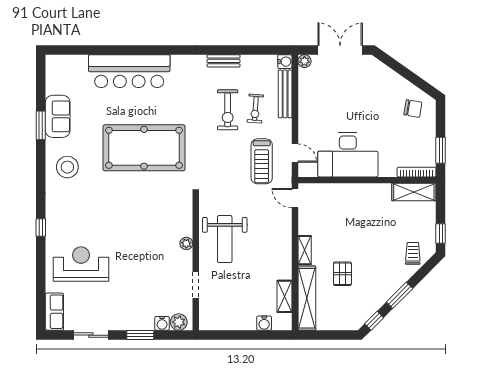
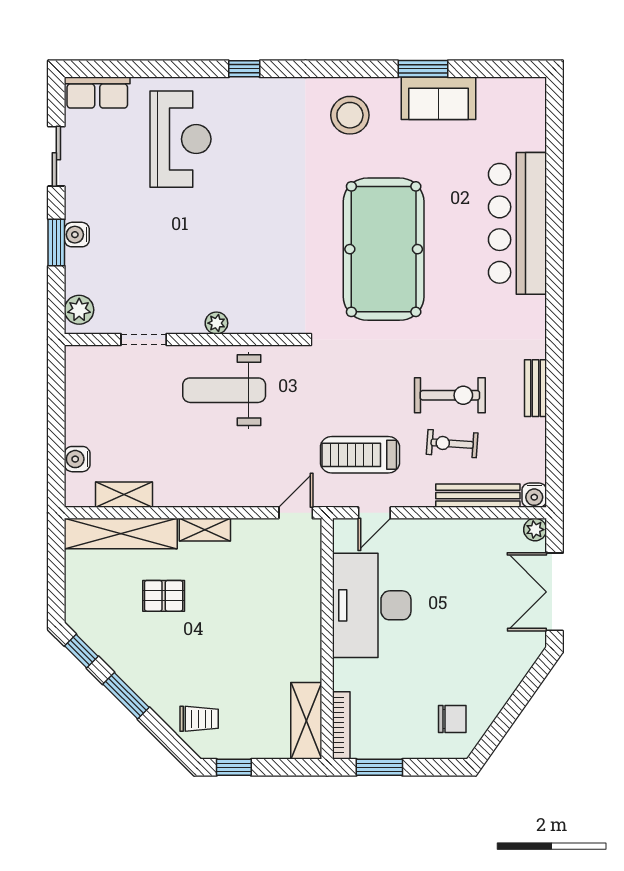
double door: (340, 50) -> (555, 592), swing flipped
chair: (413, 109) -> (452, 719), turned -100
exercise bike: (228, 110) -> (450, 395), turned 180
water cooler: (162, 323) -> (77, 235), moved

